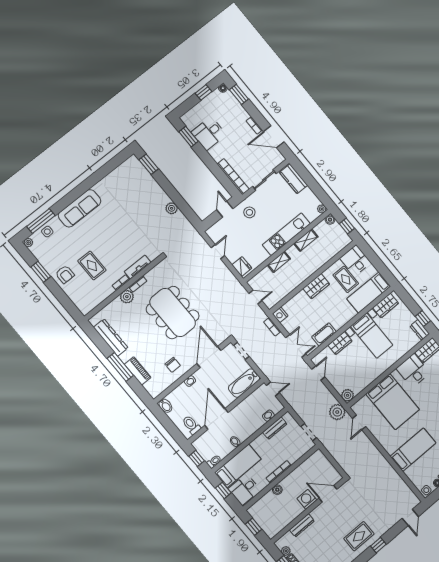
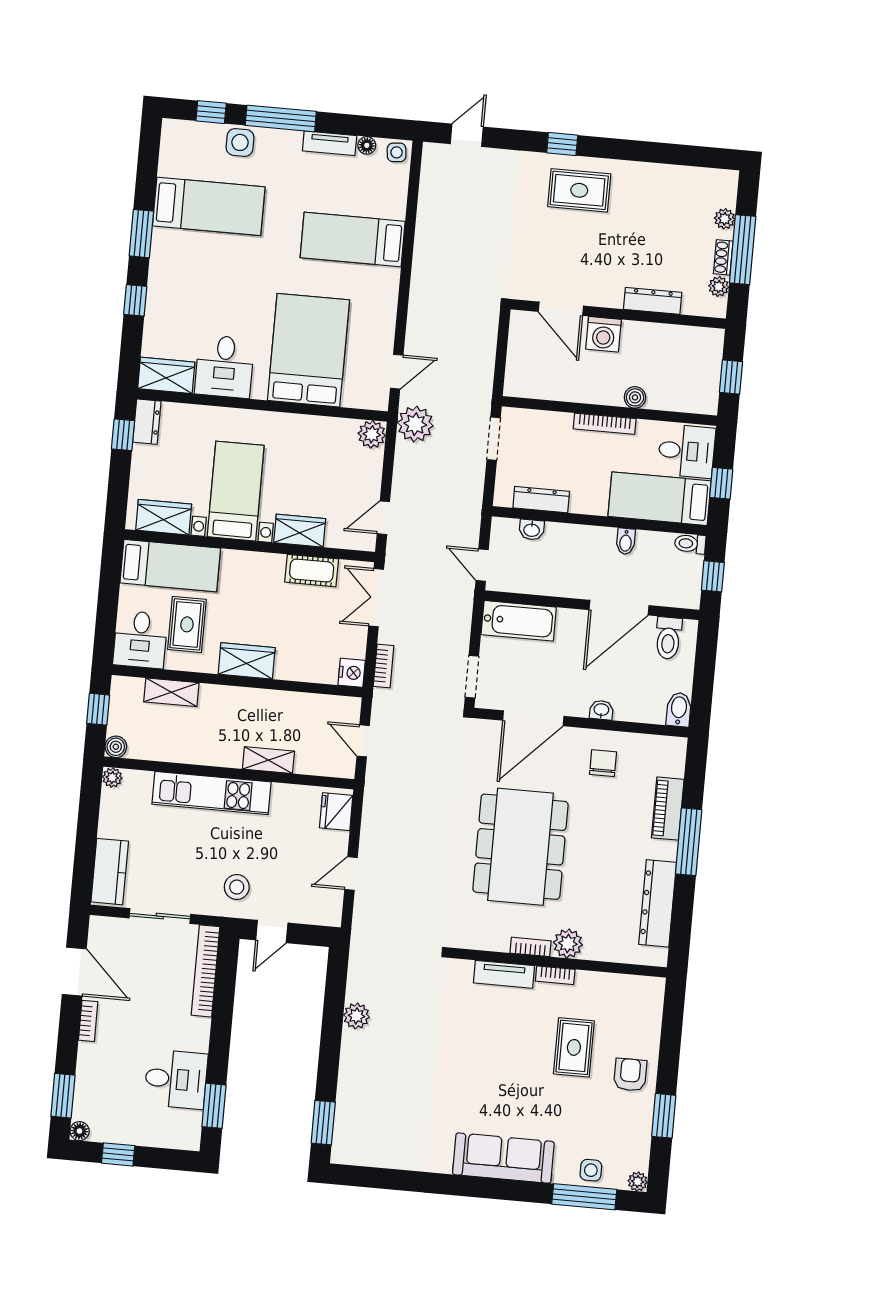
shelving: (306, 240) -> (171, 692), moved

